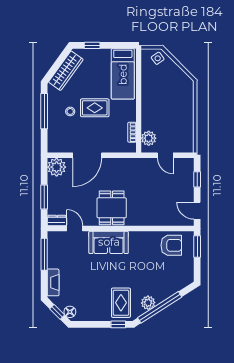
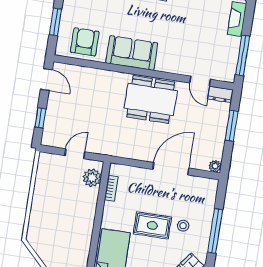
door: (165, 155) -> (75, 154), hinge flipped
plant: (57, 167) -> (215, 166), width x0.53, depth x0.53
dining table: (112, 208) -> (151, 99), width x1.37
sofa: (109, 242) -> (132, 53), moved
armchair: (171, 245) -> (85, 42), turned 90
window: (197, 246) -> (55, 22), moved

